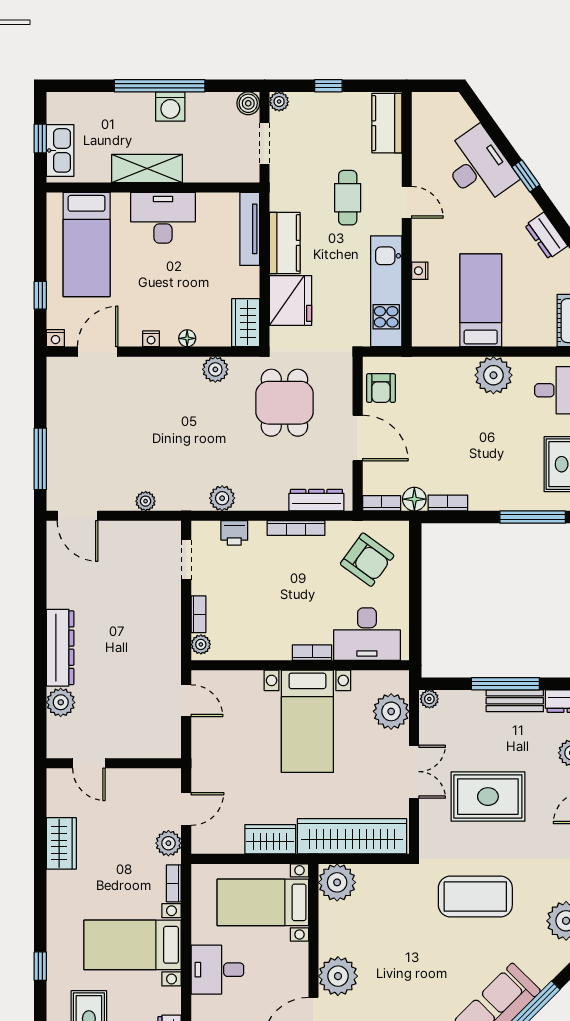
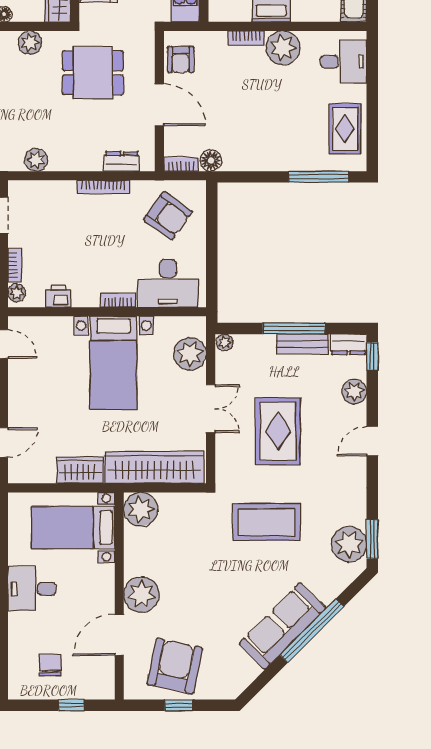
dining table: (284, 403) -> (93, 73), turned 90
dresser: (316, 500) -> (122, 162), width x0.70
bookcase: (448, 503) -> (246, 38), moved, turned 180
printer: (234, 533) -> (58, 296), moved, turned 180
rug: (488, 797) -> (278, 431), turned 90

